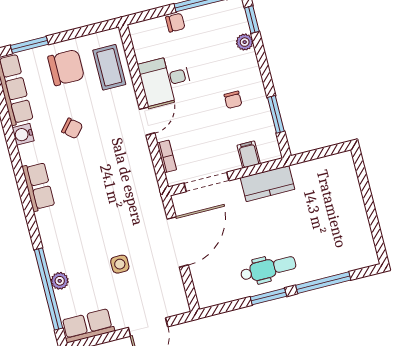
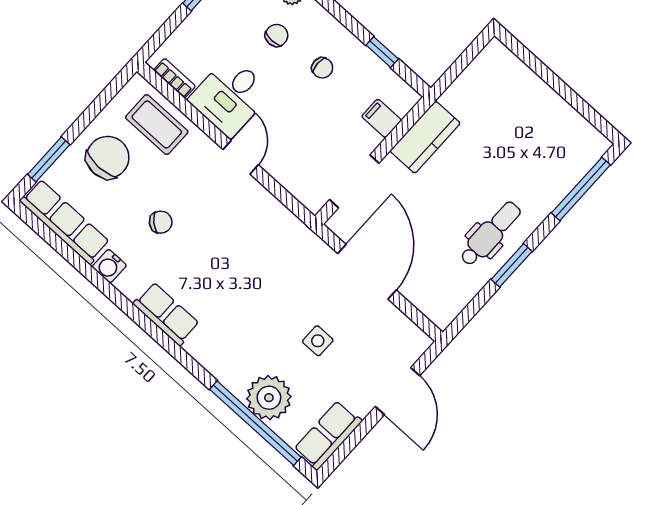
chair: (175, 23) -> (277, 35), moved
window: (276, 114) -> (382, 52), width x0.67
bookcase: (167, 156) -> (175, 78), moved
plant: (60, 281) -> (269, 398), width x1.88, depth x1.88
window: (323, 283) -> (581, 189), moved

